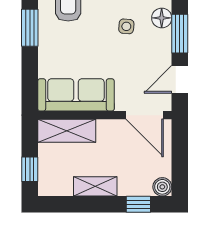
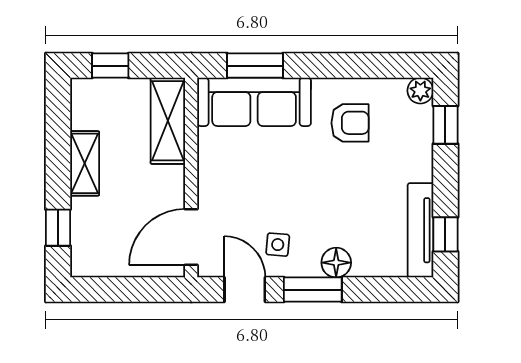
side table: (126, 26) -> (278, 245), moved
window: (30, 28) -> (255, 66), moved
sofa: (76, 95) -> (254, 102), moved, turned 90
boiler: (162, 187) -> (84, 263), removed

